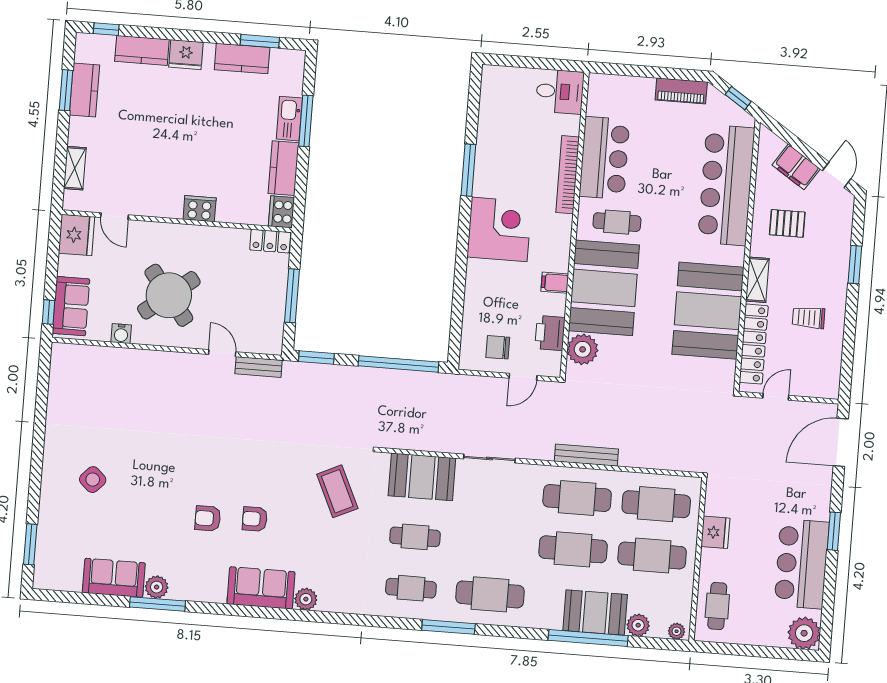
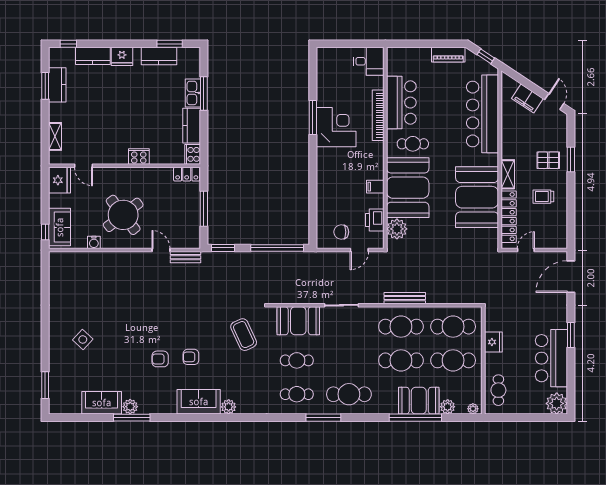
pallet: (787, 223) -> (548, 160), moved
corner desk: (499, 229) -> (336, 127), moved

